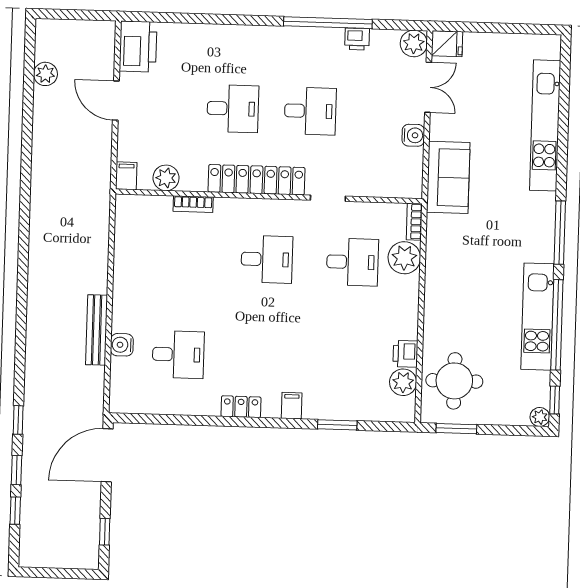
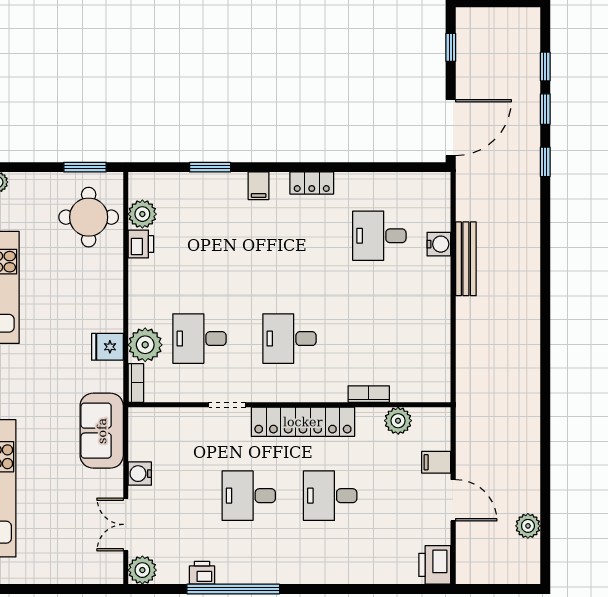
fridge: (447, 44) -> (107, 347), moved
printer: (138, 47) -> (435, 565), width x0.73, depth x0.84
filing cabinet: (126, 176) -> (436, 462), moved, turned 90

